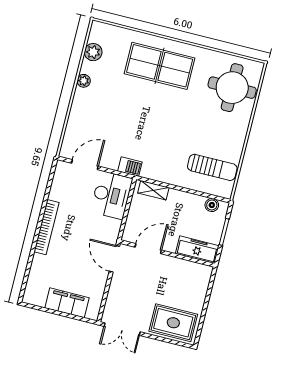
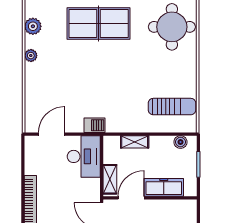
shelving: (153, 190) -> (135, 142), moved
shelving: (132, 225) -> (110, 179), added
freezer: (197, 250) -> (164, 187), moved

